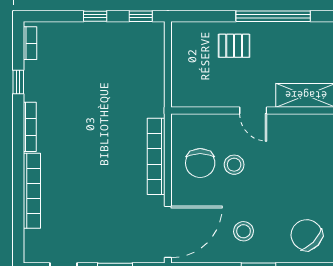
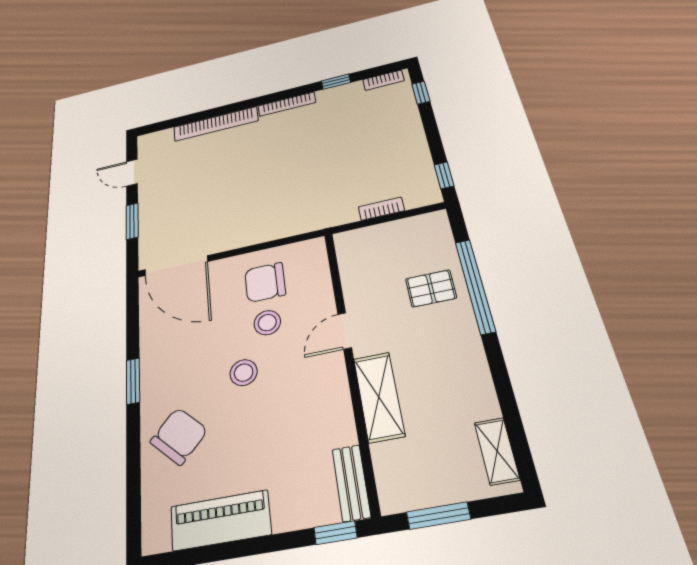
window: (95, 16) -> (421, 93), moved
window: (273, 16) -> (475, 286), moved
pallet: (234, 46) -> (431, 288), turned 90
bookcase: (156, 156) -> (381, 209), moved, width x0.43, depth x0.76
stool: (244, 231) -> (244, 373), moved

